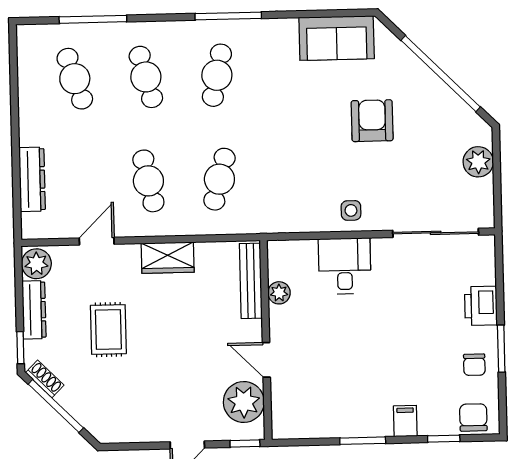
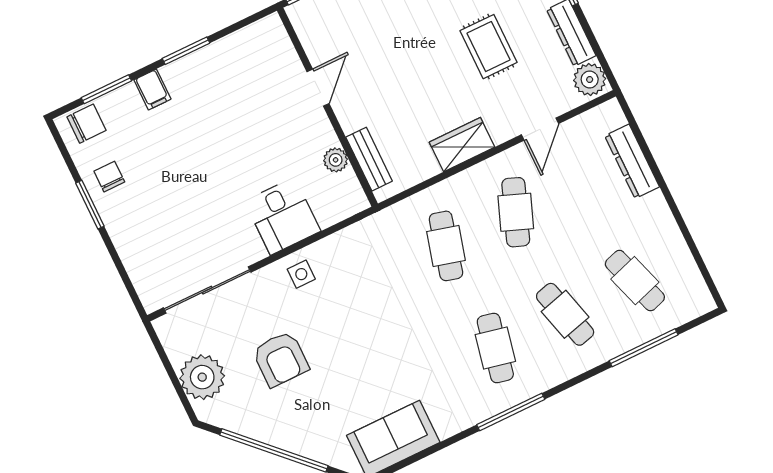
armchair: (372, 121) -> (281, 359), moved
plant: (478, 162) -> (202, 377), width x1.36, depth x1.36
cafe table: (148, 181) -> (516, 212), turned 33
bench: (251, 281) -> (369, 159), width x0.73
printer: (481, 306) -> (129, 238), removed
door: (266, 360) -> (318, 88), hinge flipped
plant: (244, 402) -> (321, 36), removed
chair: (473, 417) -> (86, 124), turned -90
window: (444, 439) -> (106, 89), width x1.50

